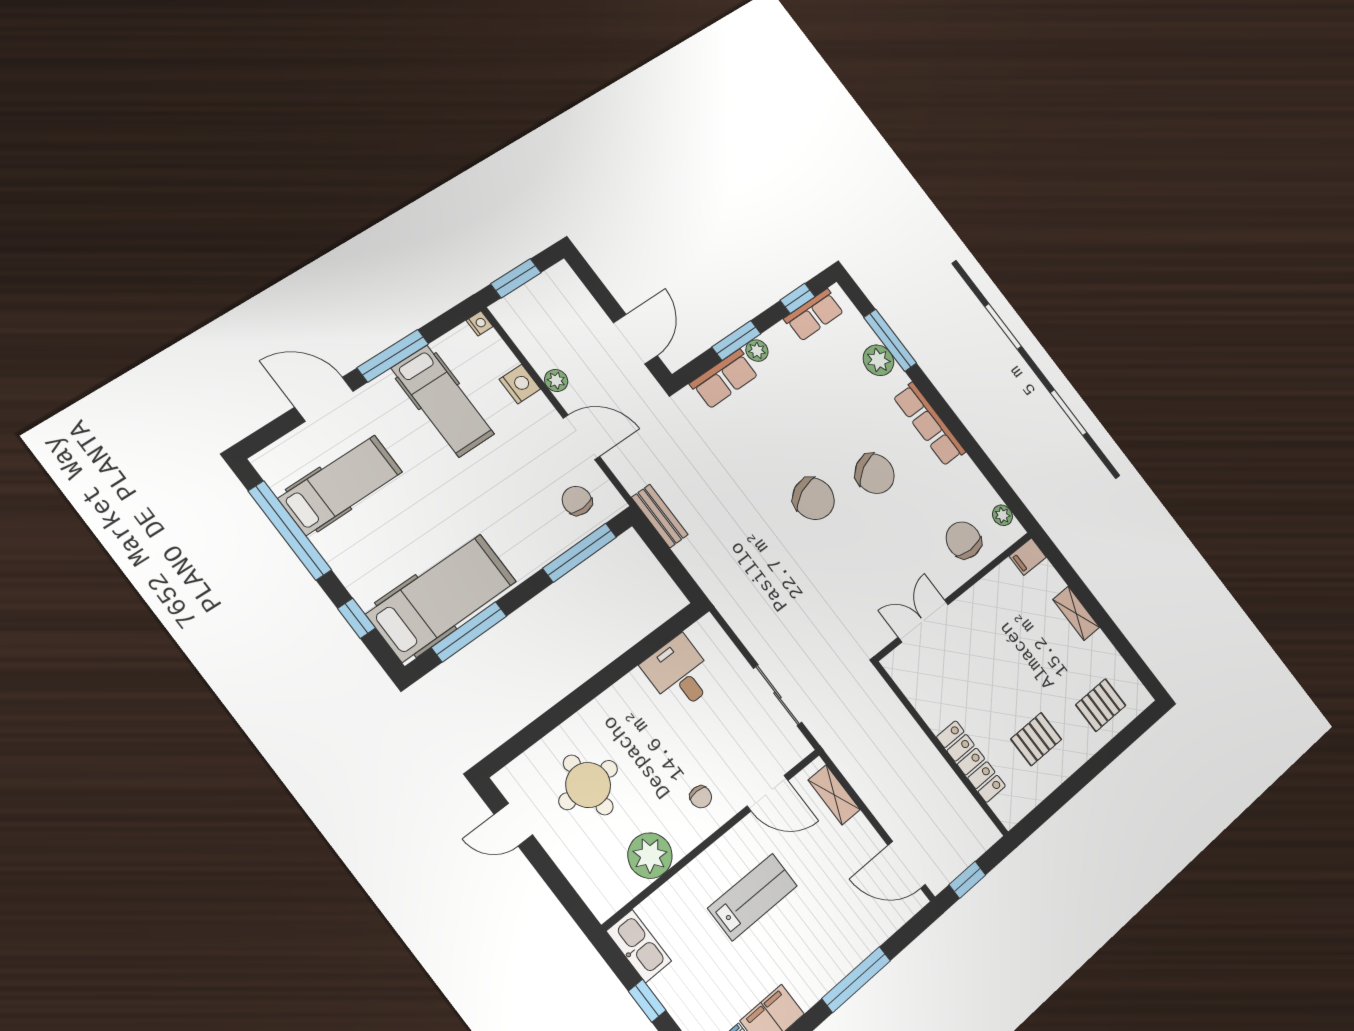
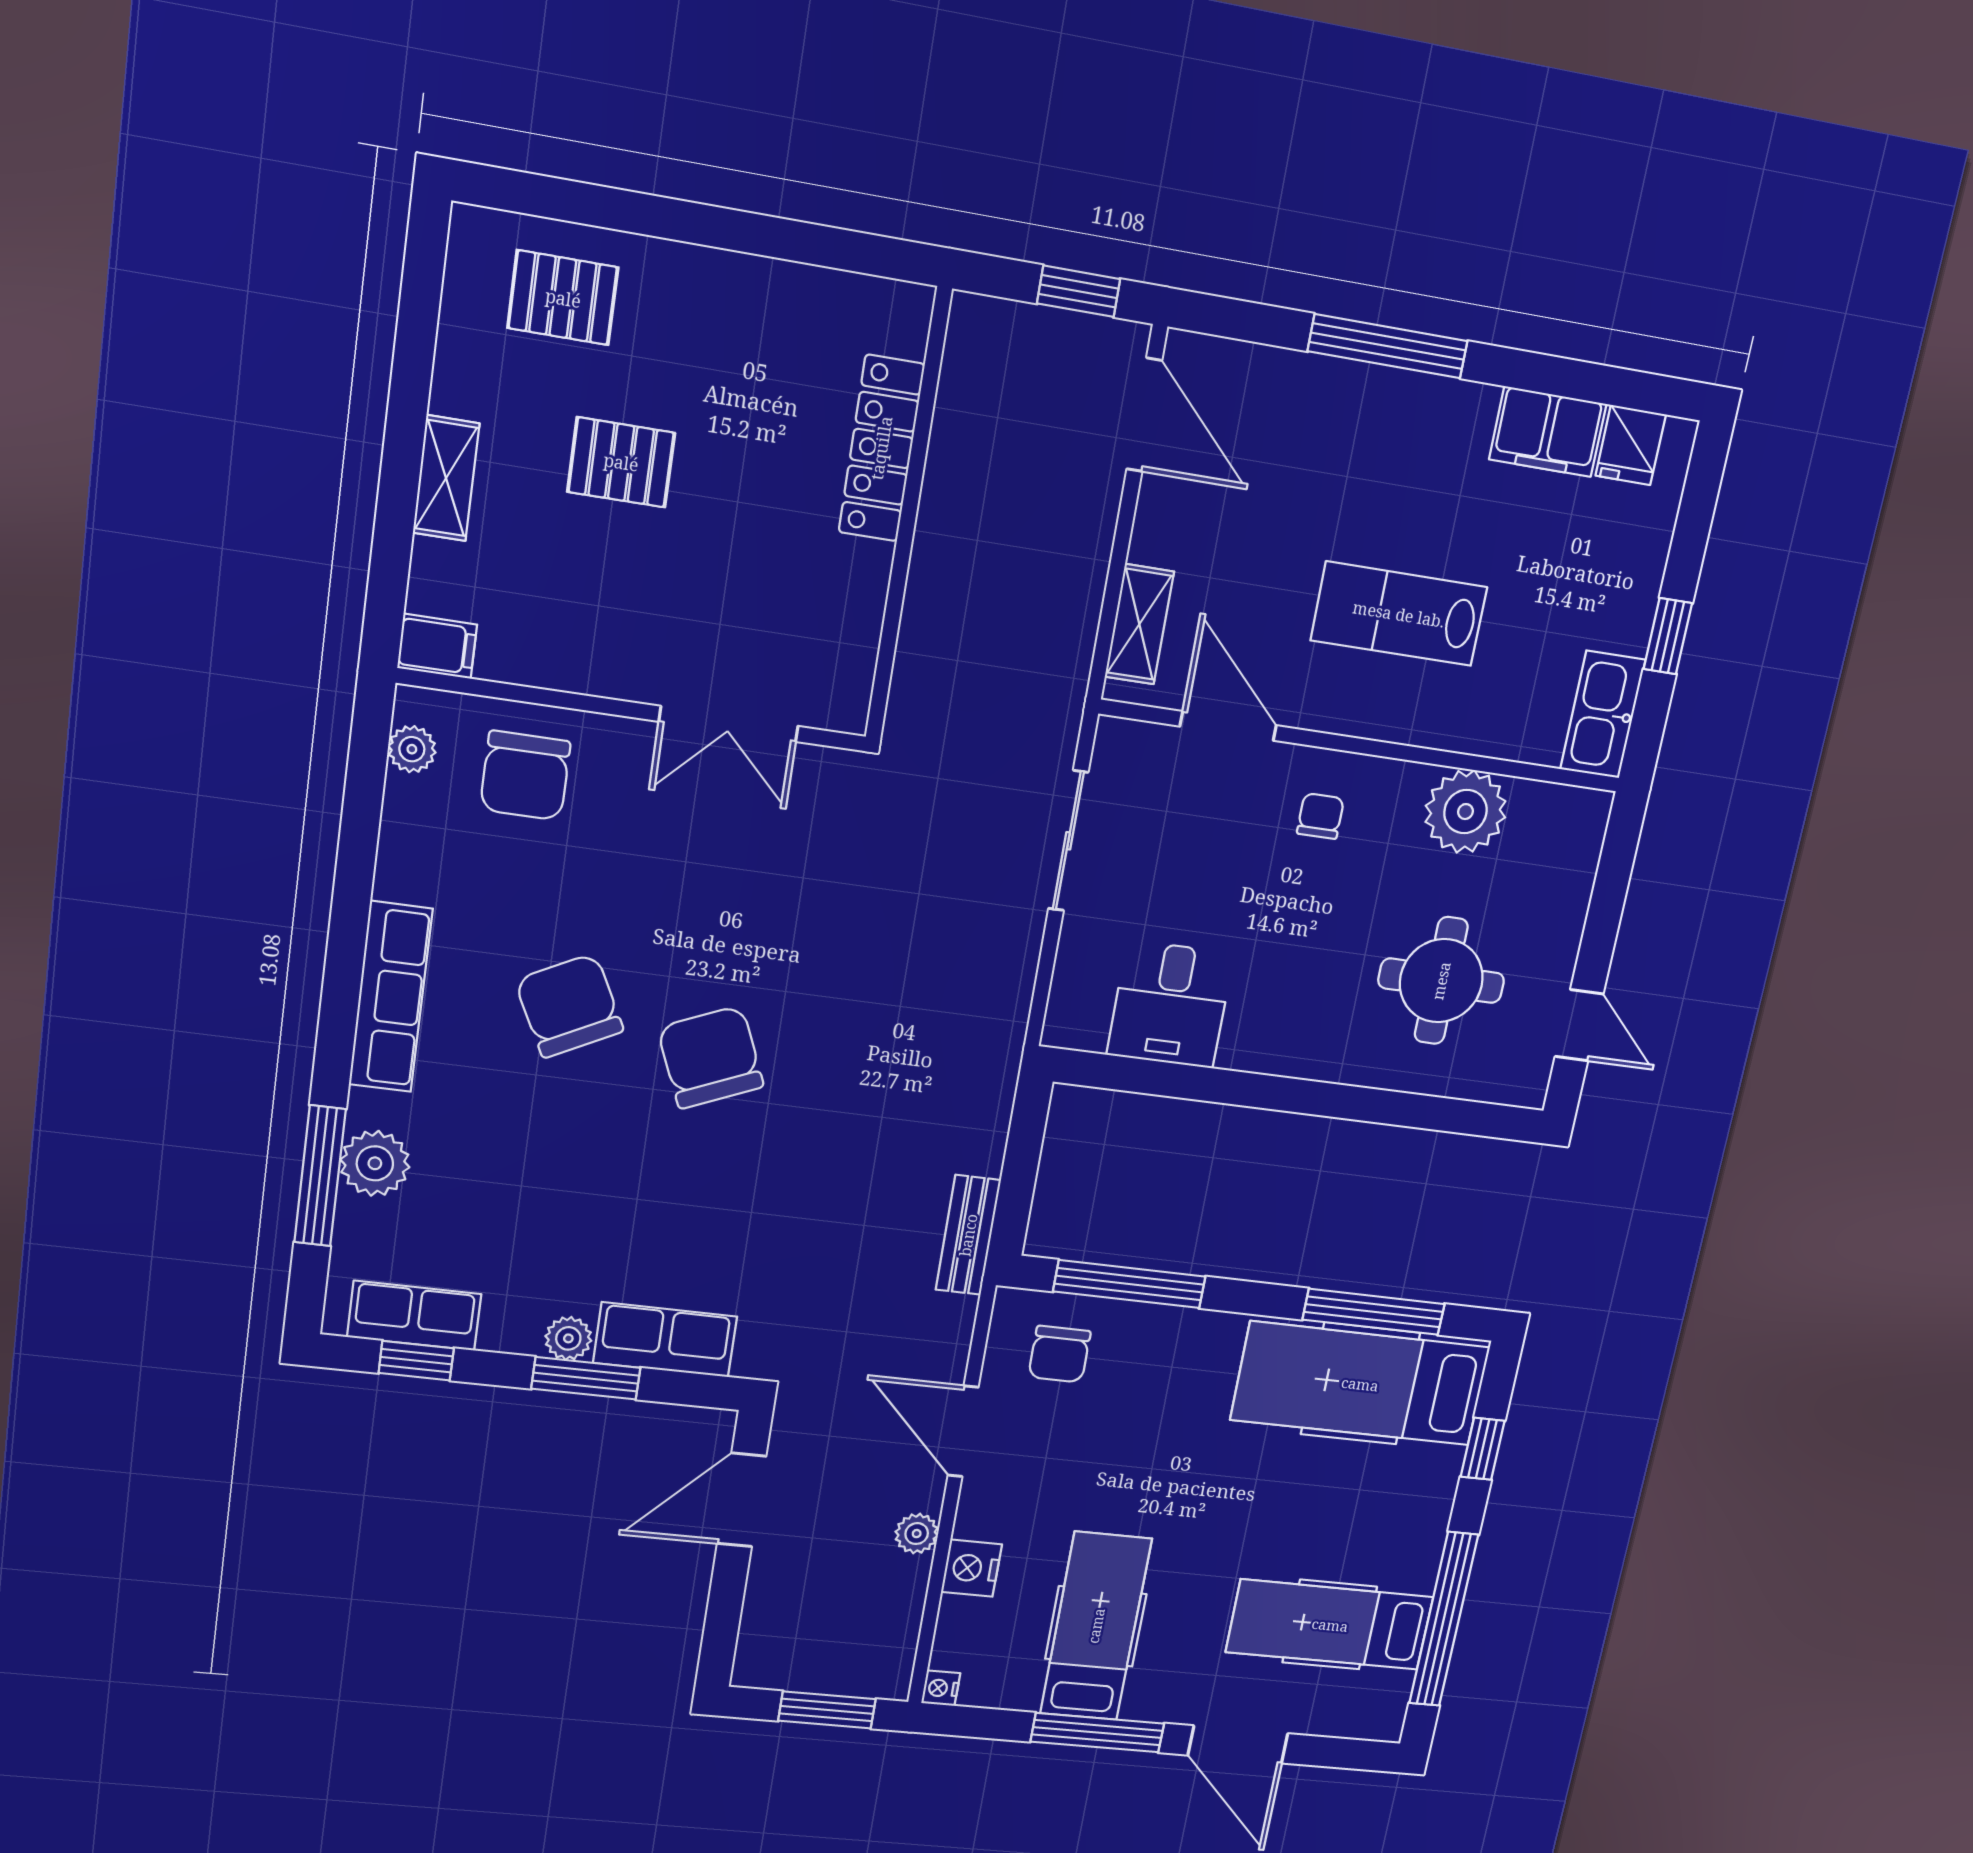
pallet: (1036, 739) -> (621, 462), moved

